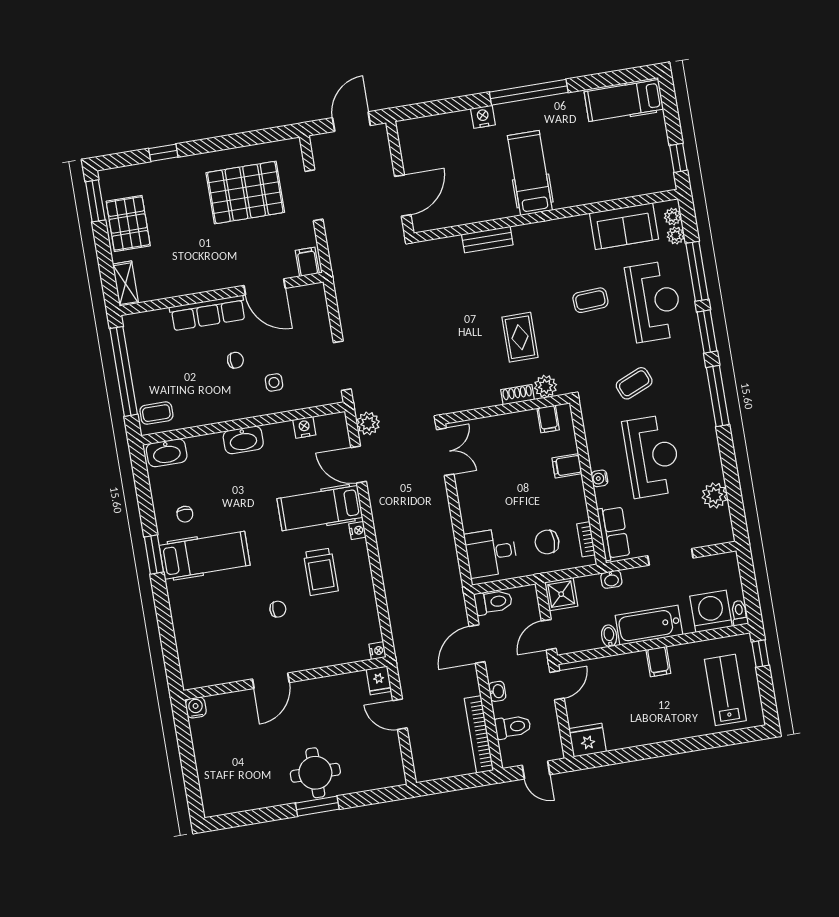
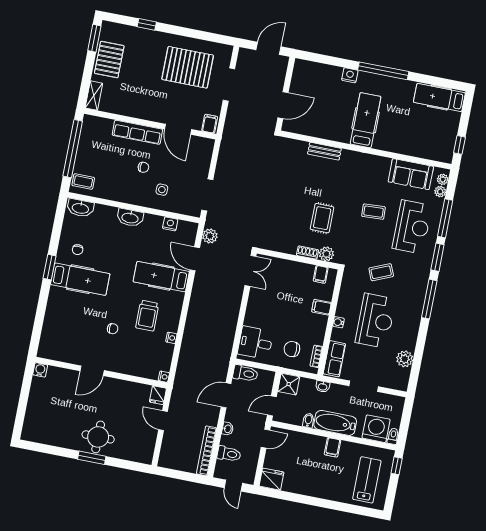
nightstand: (357, 530) -> (171, 338), moved

